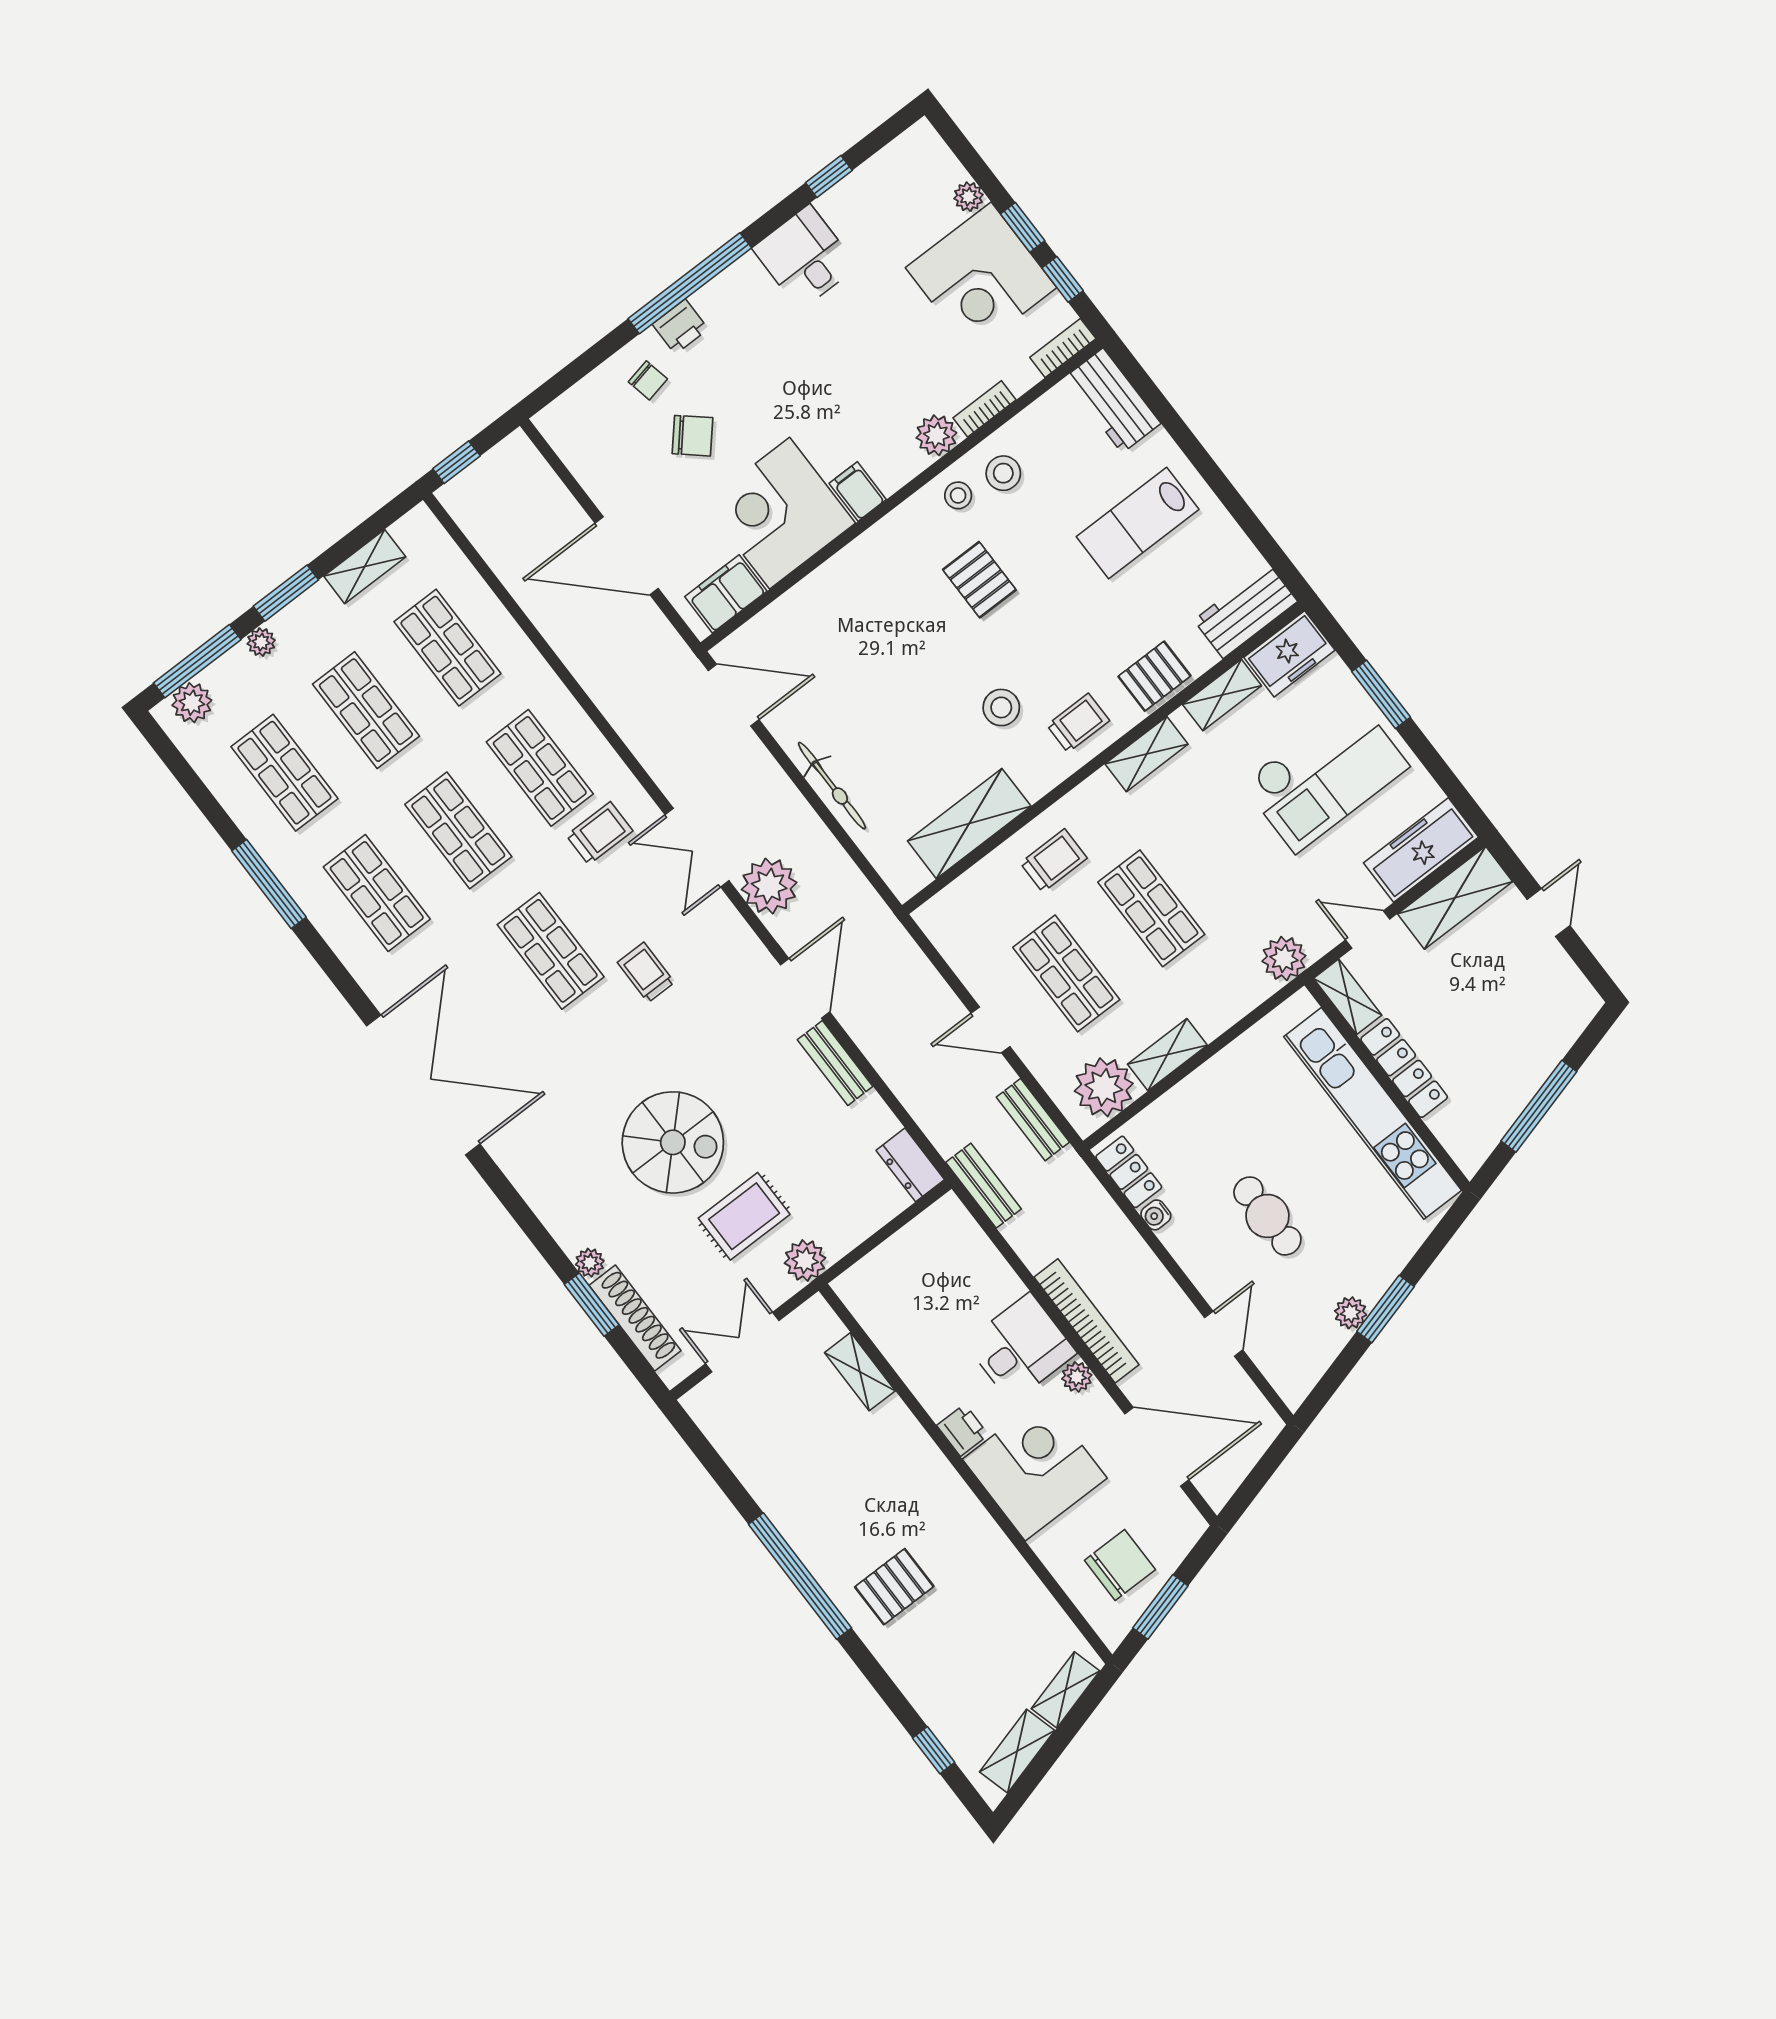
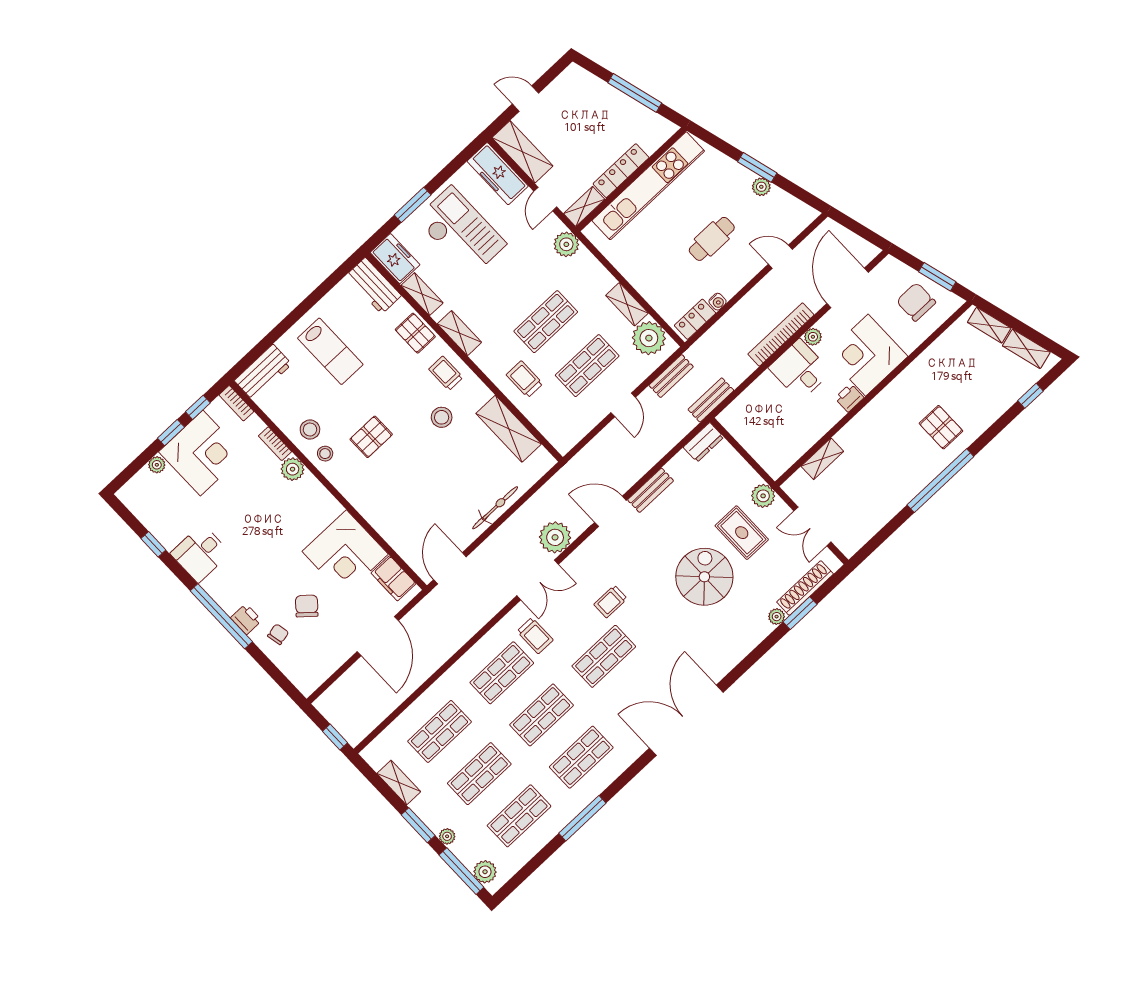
filing cabinet: (858, 491) -> (329, 510), removed
trolley: (599, 833) -> (535, 636), turned 180

